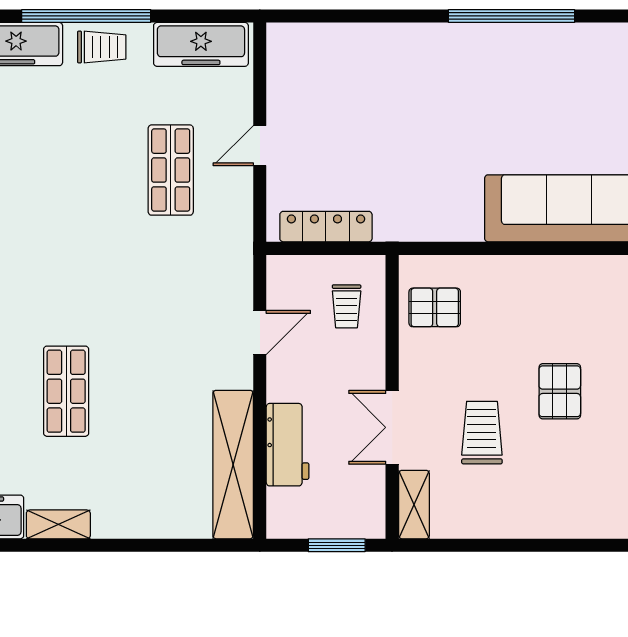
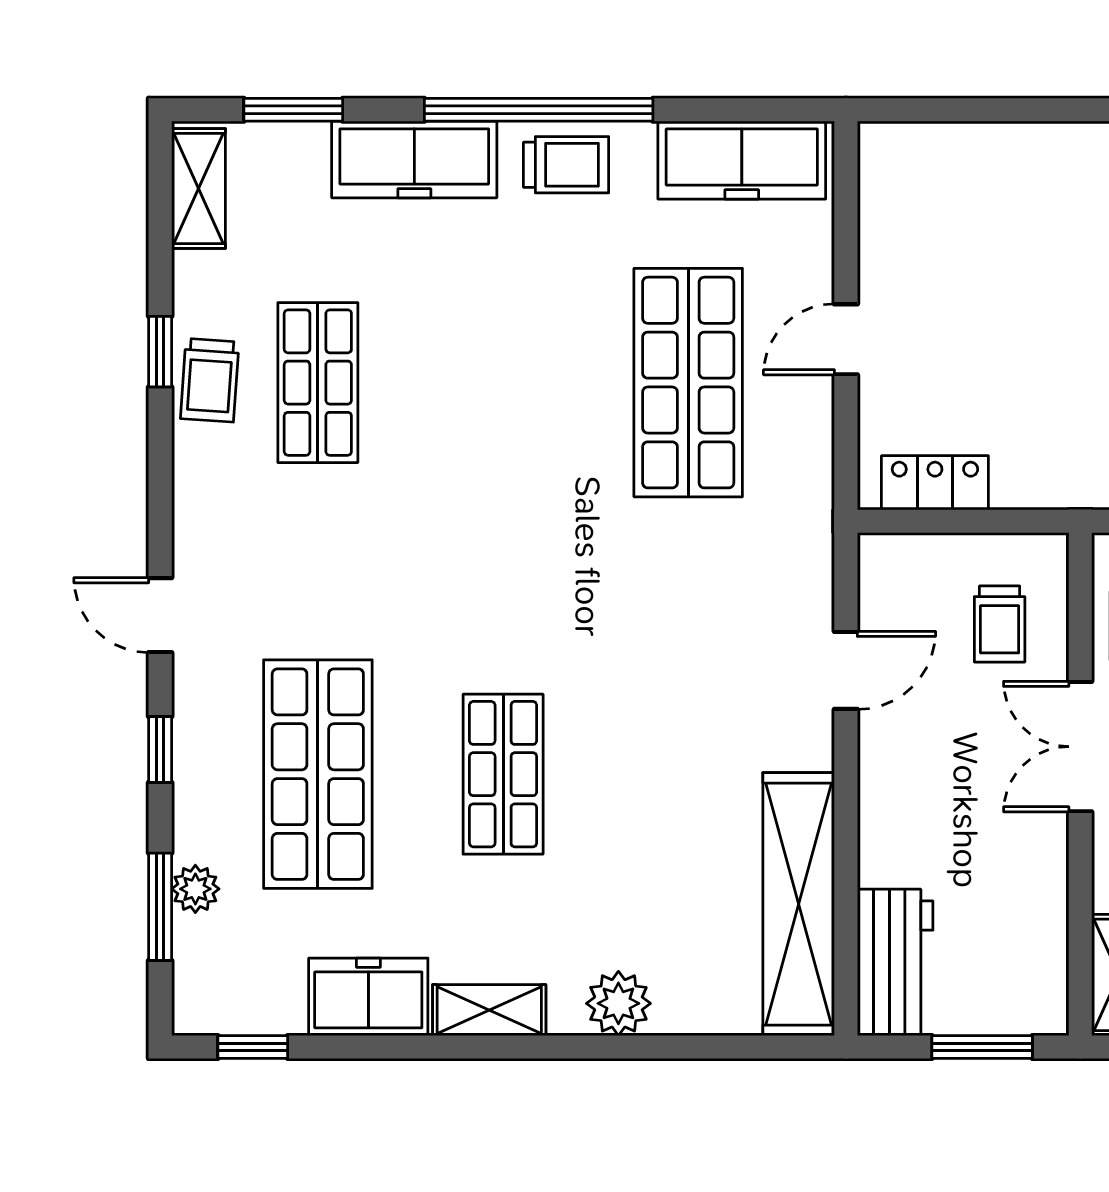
shop shelf: (171, 170) -> (688, 383), width x1.43, depth x1.36
locker: (326, 227) -> (935, 483), width x0.66
double door: (392, 427) -> (1080, 747), moved
workbench: (288, 445) -> (895, 962), moved
plant: (131, 521) -> (618, 1003), added

